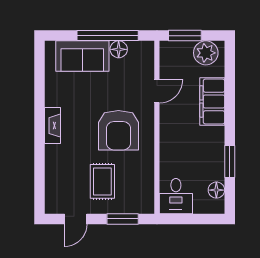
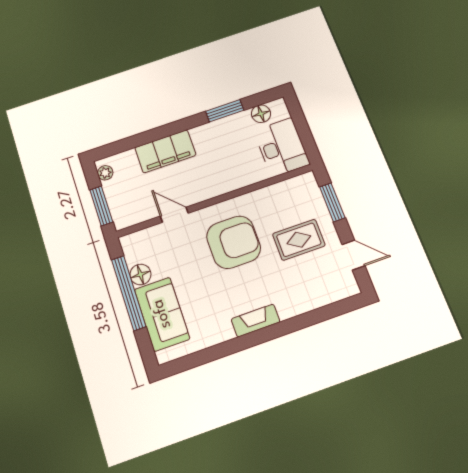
plant: (206, 53) -> (105, 173), width x0.53, depth x0.53
desk: (176, 196) -> (282, 147), width x1.37

